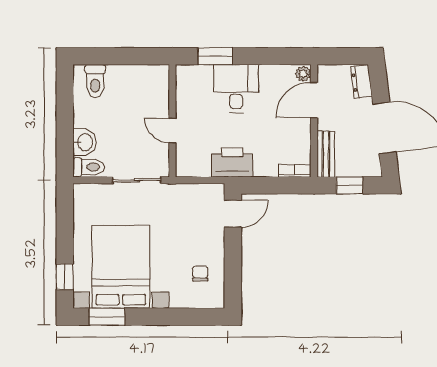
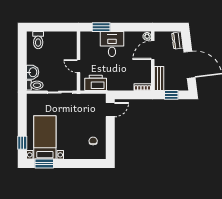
printer: (232, 163) -> (96, 83), moved
bed with nightstands: (121, 267) -> (45, 137), width x0.73

